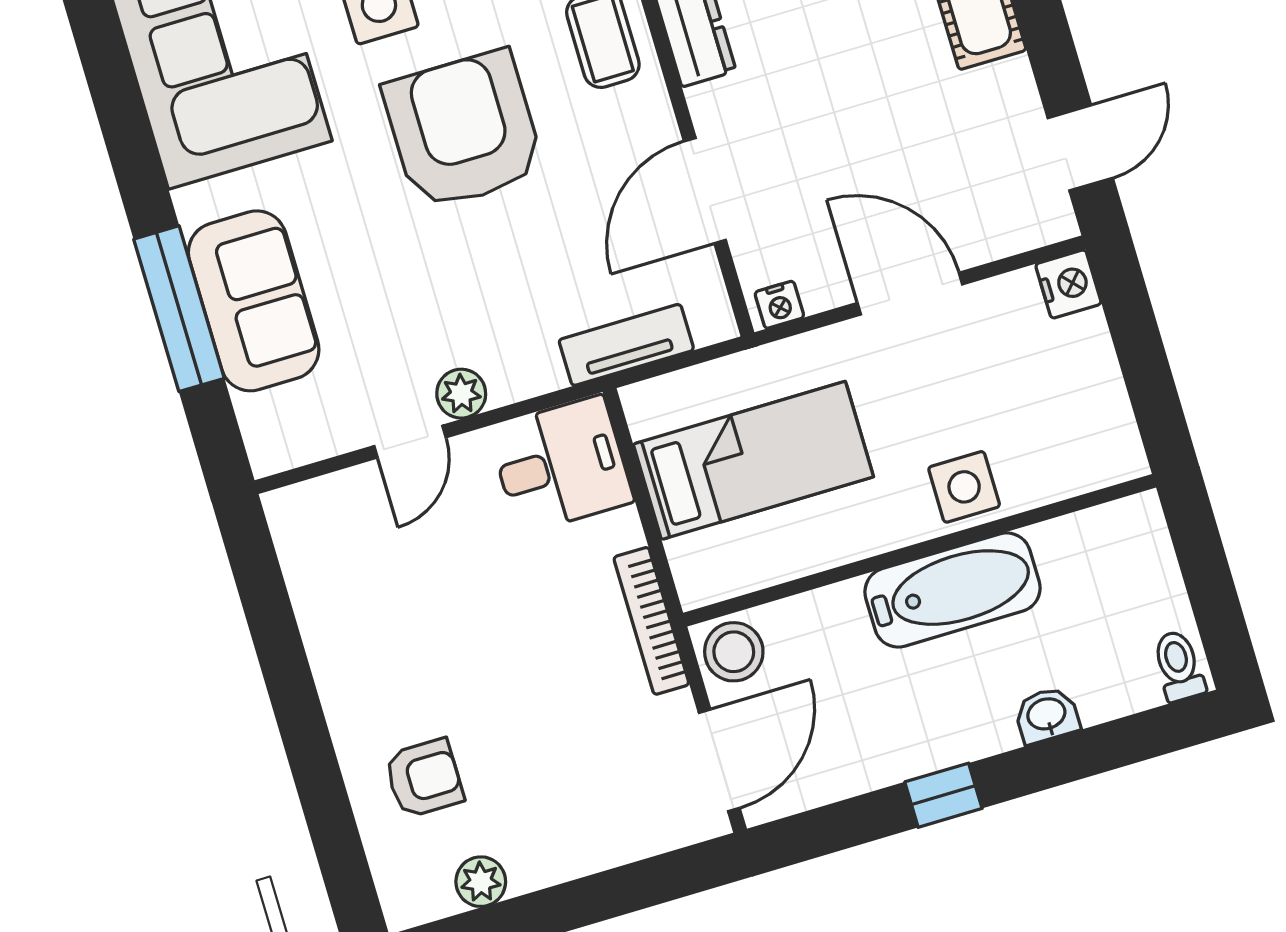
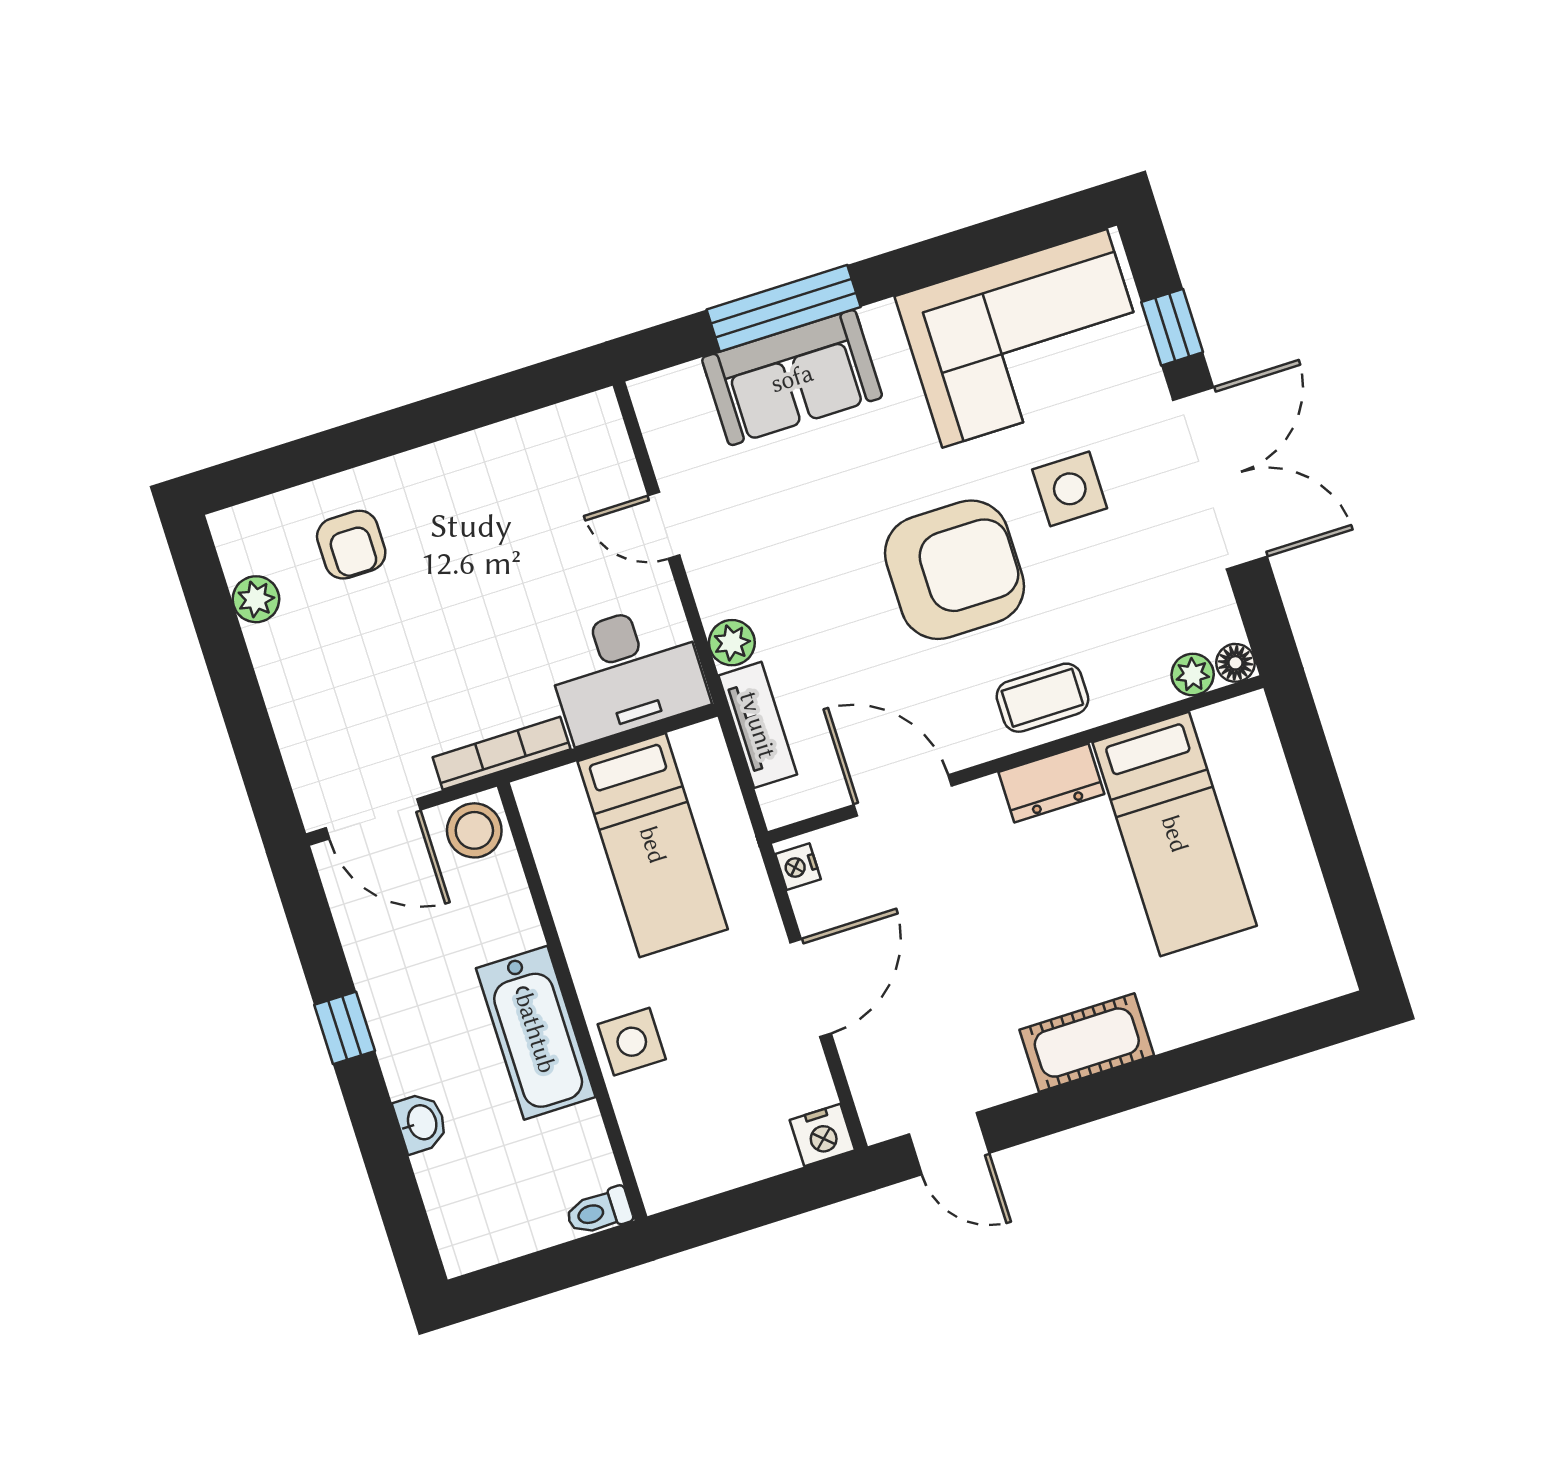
plant: (461, 394) -> (732, 643), moved
desk: (561, 465) -> (626, 672), width x1.37
toilet: (1179, 666) -> (599, 1212), moved, turned 180

